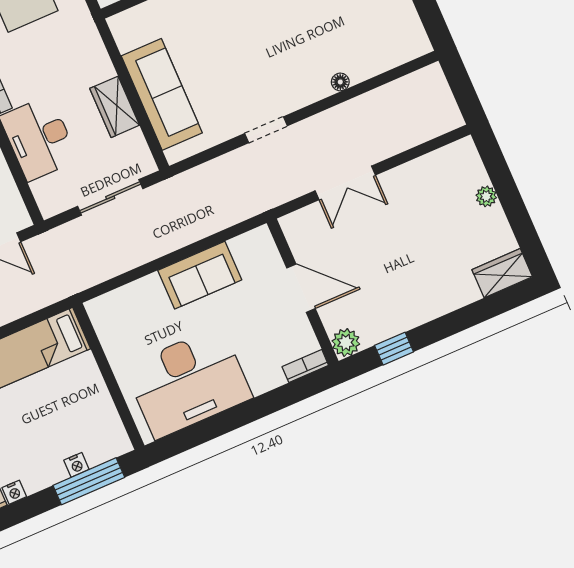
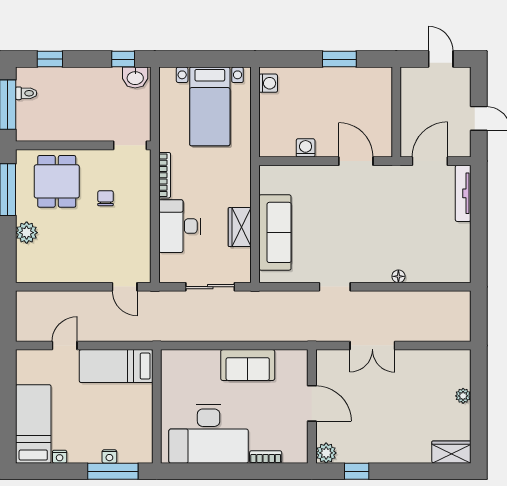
bookcase: (305, 366) -> (266, 457), moved

